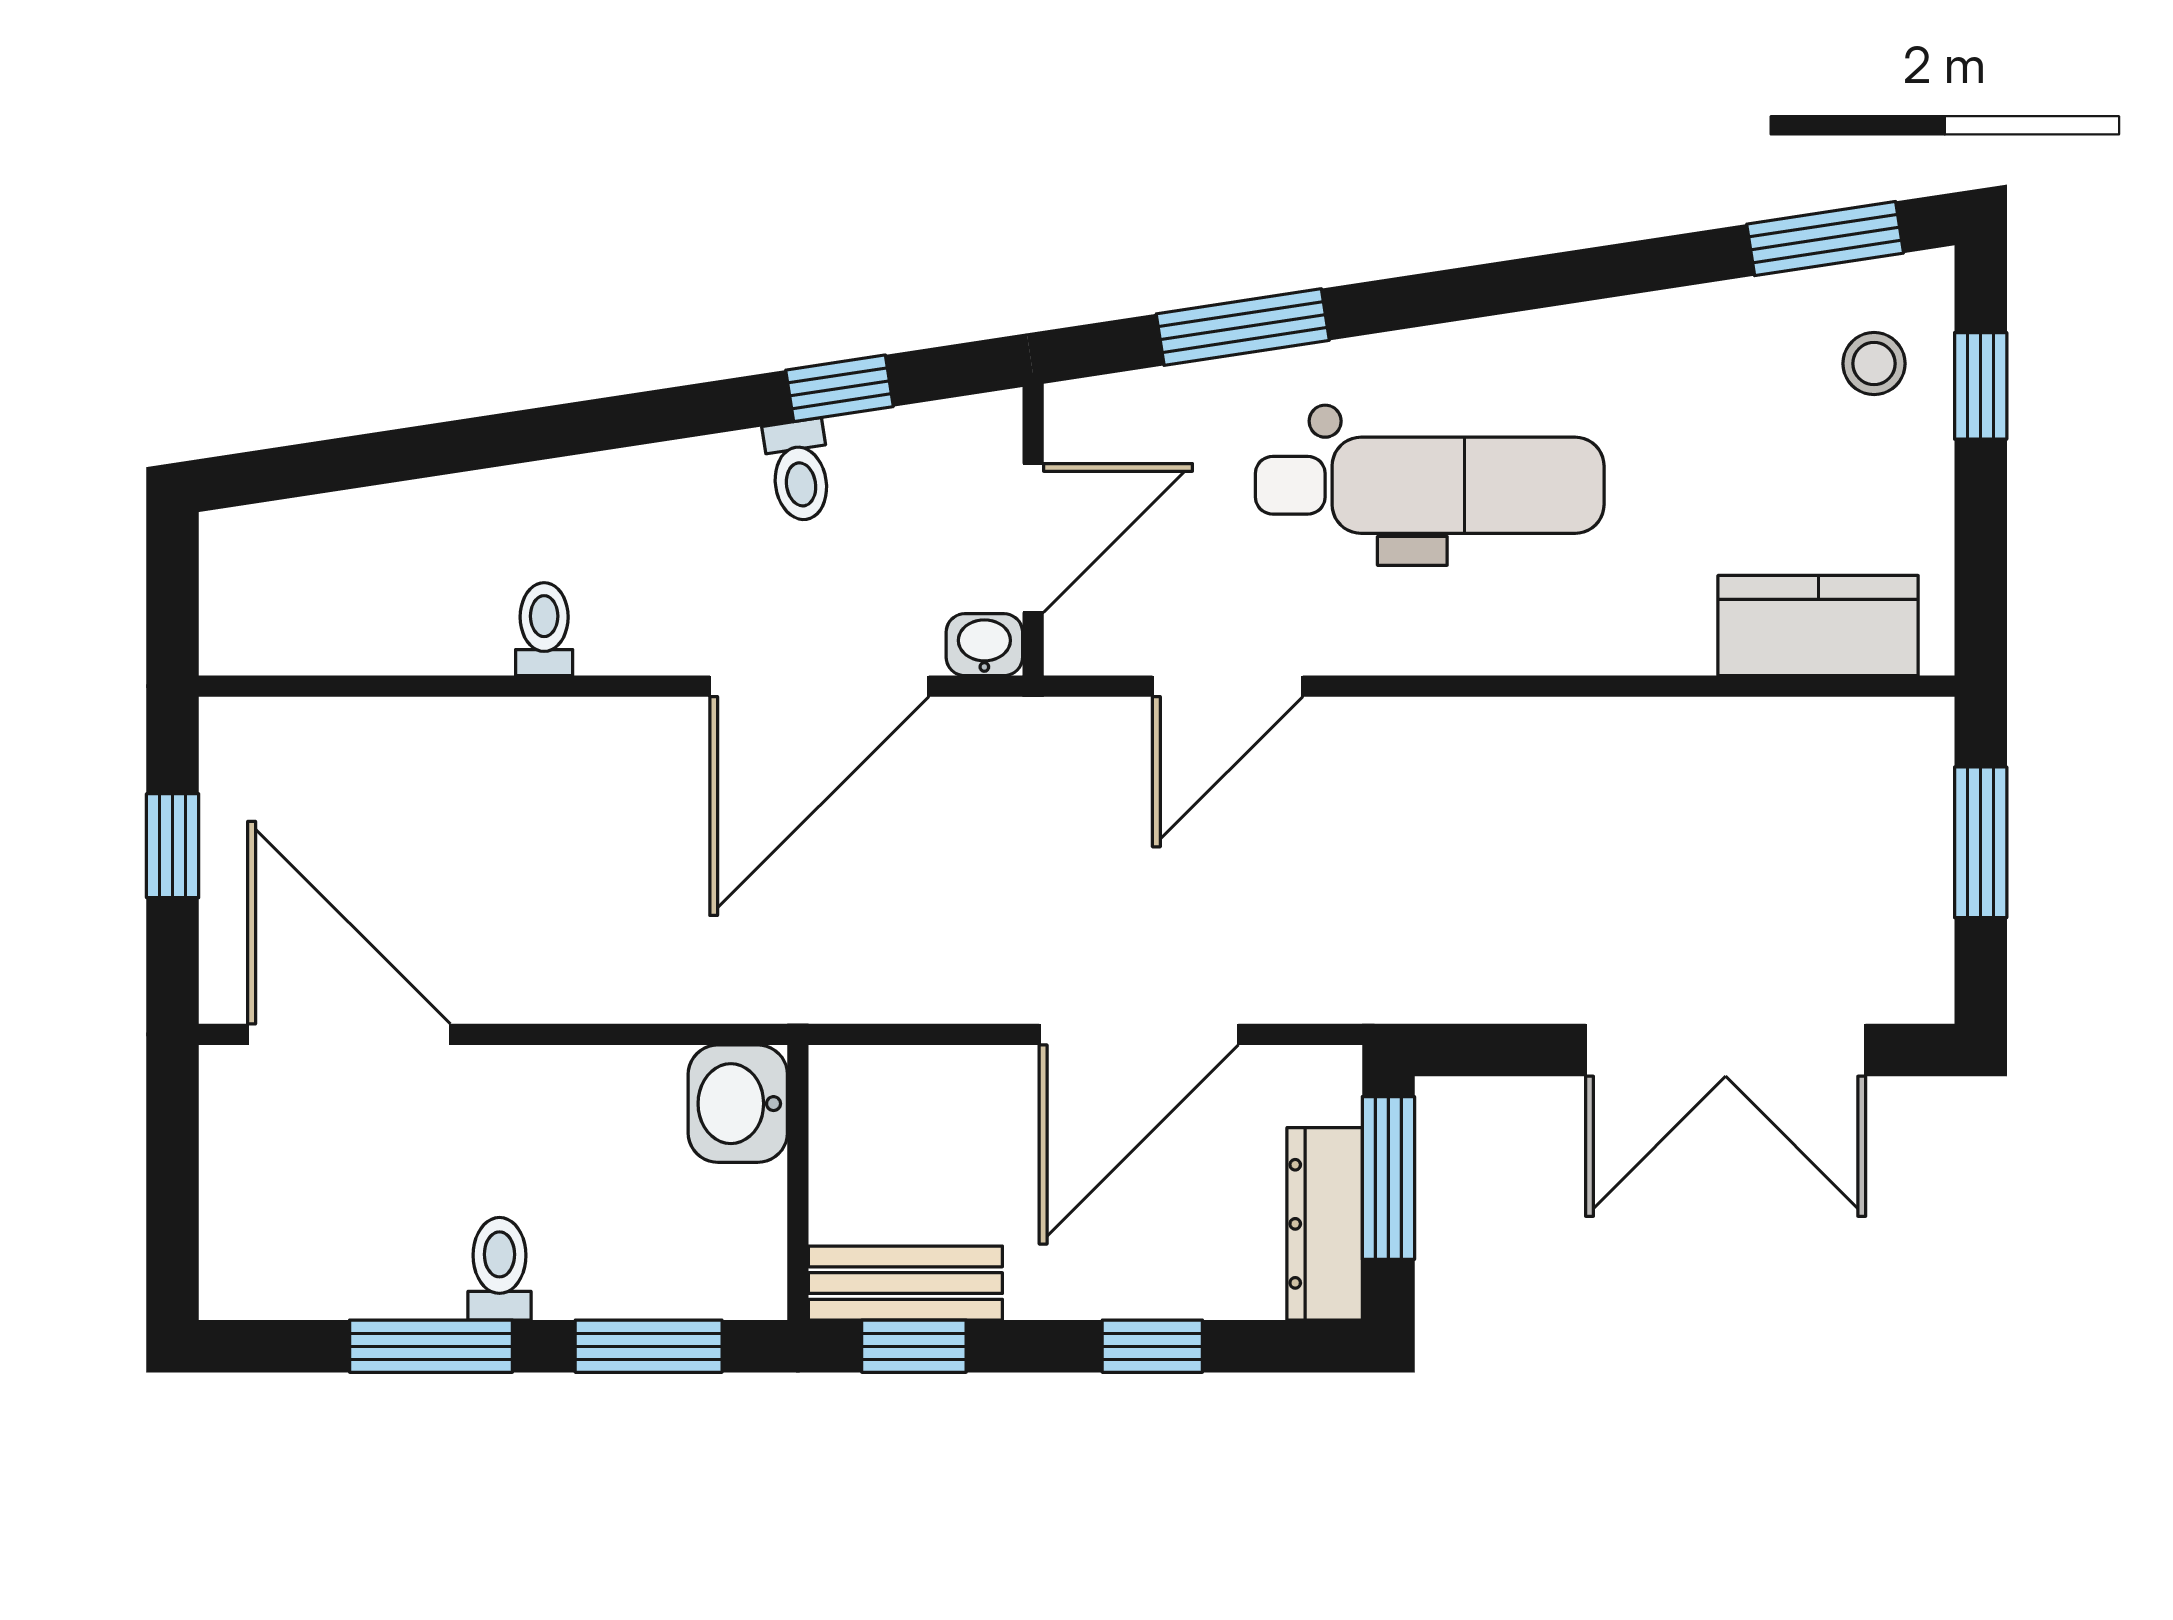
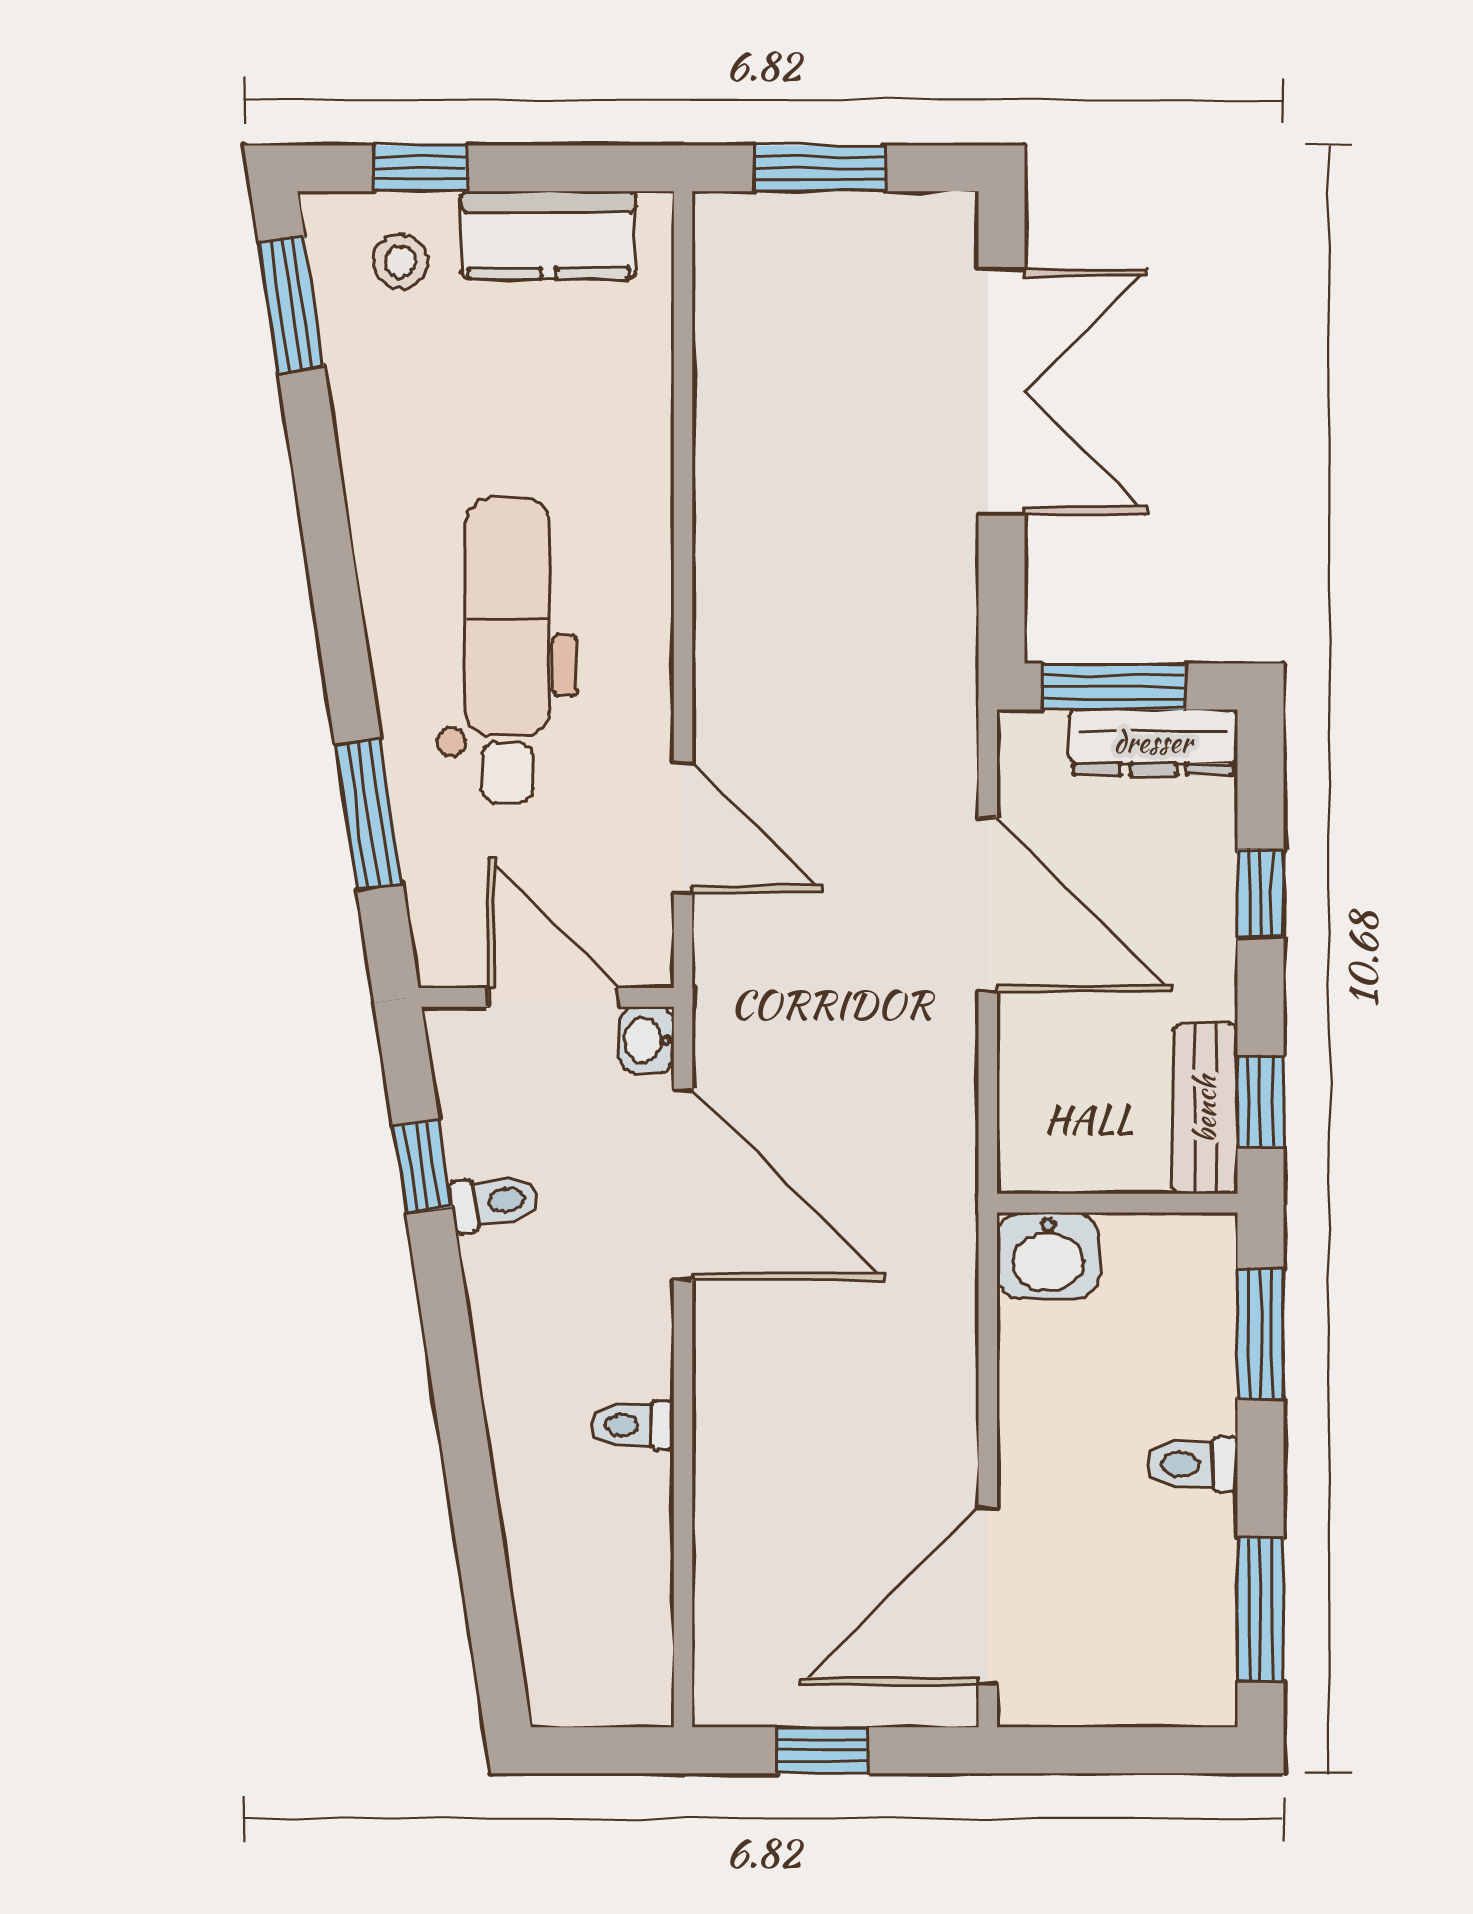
kitchen counter: (1818, 626) -> (549, 235), moved, turned -90
window: (431, 1346) -> (1260, 1609), moved

